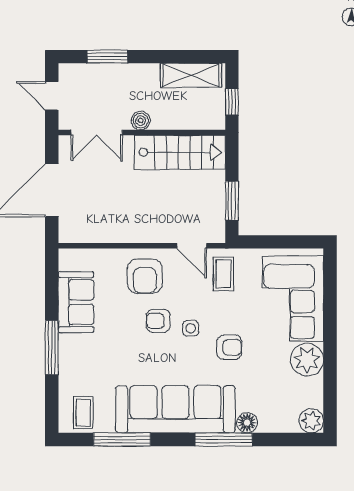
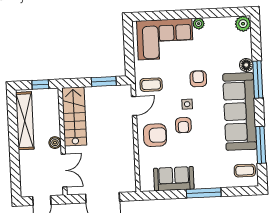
window: (107, 57) -> (15, 166), removed
shelving: (191, 75) -> (25, 121), width x1.47
plant: (307, 360) -> (199, 24), width x0.53, depth x0.53

